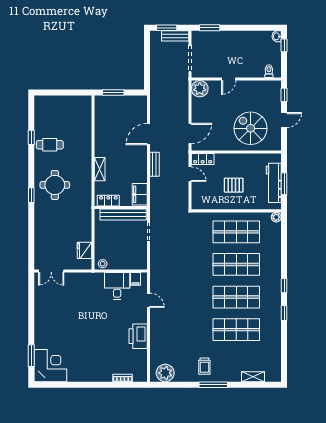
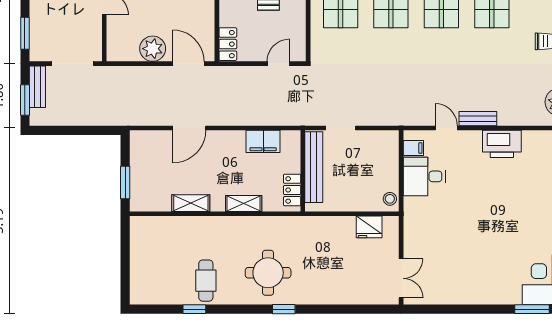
plant: (200, 89) -> (153, 49), moved
door: (148, 134) -> (189, 128), hinge flipped
shelving: (100, 135) -> (191, 203), added
bench: (154, 164) -> (478, 119), moved
door: (190, 174) -> (278, 64), moved
filing cabinet: (140, 194) -> (263, 141), moved
door: (148, 300) -> (446, 128), hinge flipped

